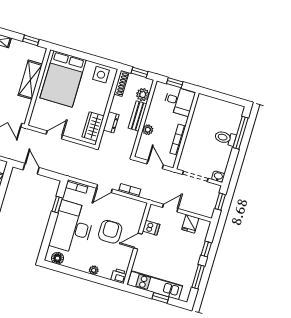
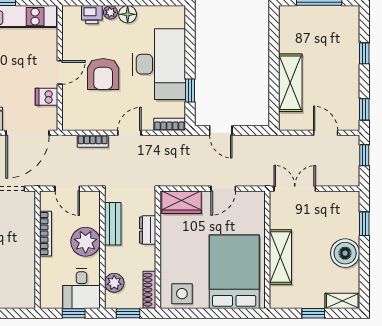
window: (31, 40) -> (313, 313), moved
desk: (179, 101) -> (82, 289), moved, turned -90
bench: (137, 116) -> (113, 224), moved
wardrobe: (93, 126) -> (181, 202), moved, turned 90
plant: (148, 130) -> (86, 242), width x1.87, depth x1.87
door: (31, 169) -> (221, 131), moved
door: (170, 208) -> (28, 133), width x1.87
floor lamp: (57, 258) -> (128, 14), moved
printer: (119, 276) -> (92, 15), moved

